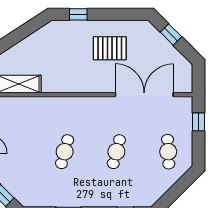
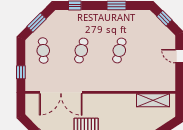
window: (177, 190) -> (37, 23), added

